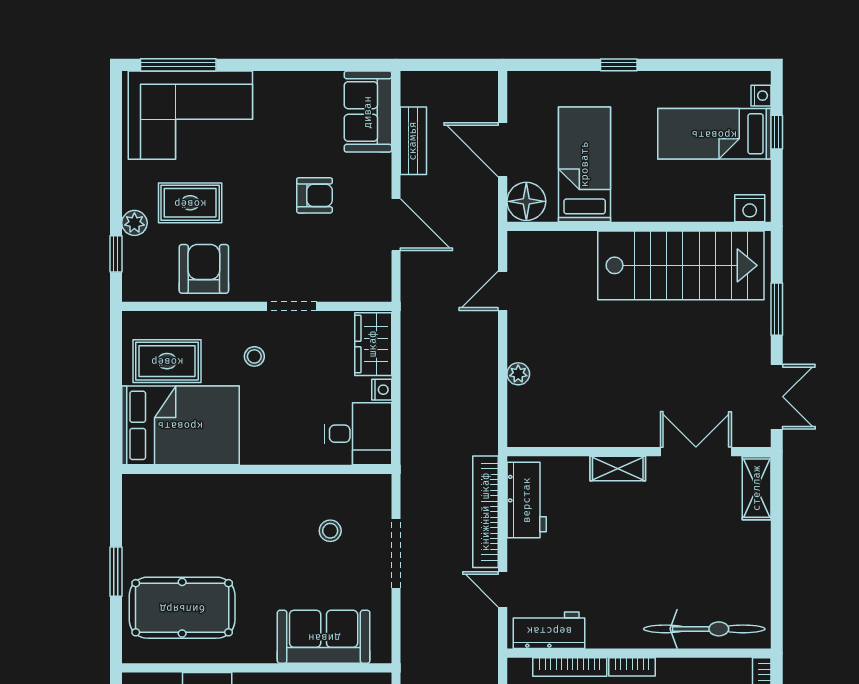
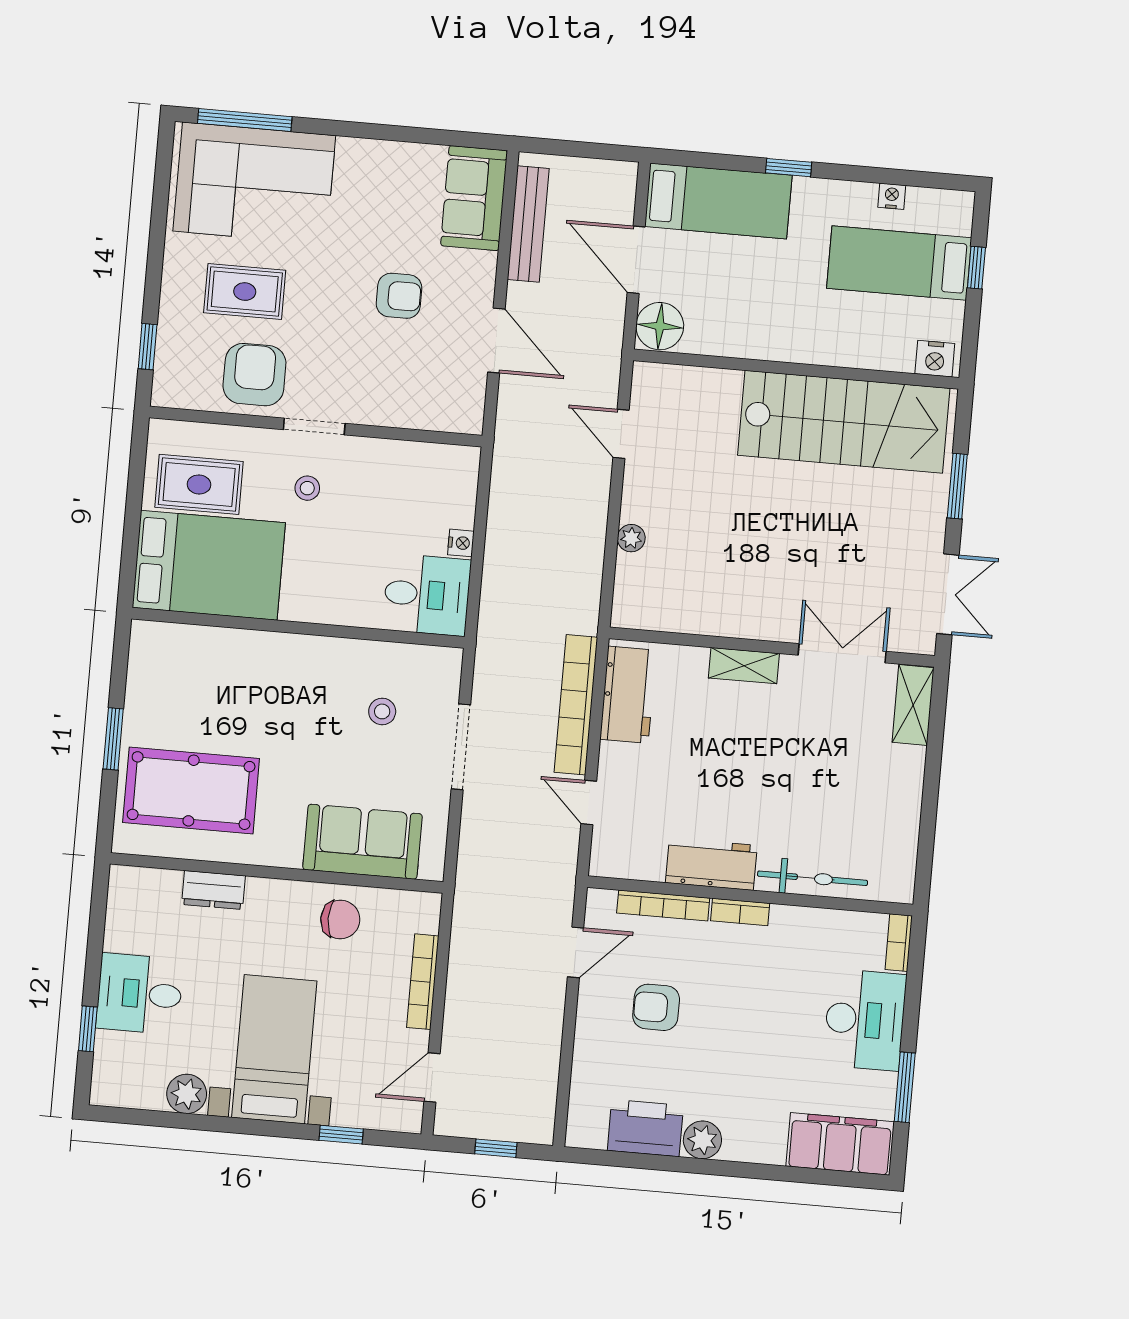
nightstand: (761, 96) -> (892, 196), moved, turned -90
bench: (413, 141) -> (528, 224), width x1.36
bed: (585, 164) -> (718, 201), moved, turned 90
plant: (134, 223) -> (174, 310), removed
door: (503, 291) -> (621, 434), hinge flipped
doorway: (292, 306) -> (314, 426), moved
wardrobe: (373, 344) -> (455, 486), removed
bicycle: (704, 629) -> (813, 878), width x0.73, depth x0.71
workbench: (549, 630) -> (711, 864), moved

